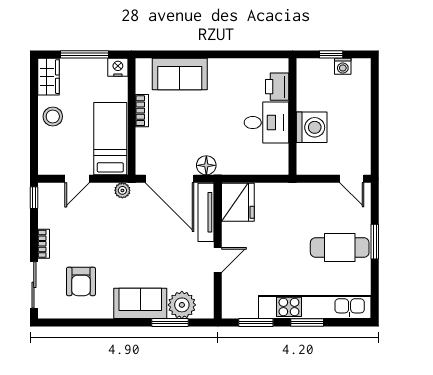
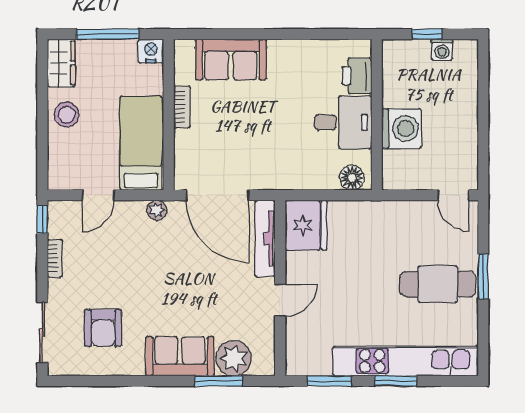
floor lamp: (206, 165) -> (352, 178), moved
bookcase: (44, 244) -> (55, 258), moved

